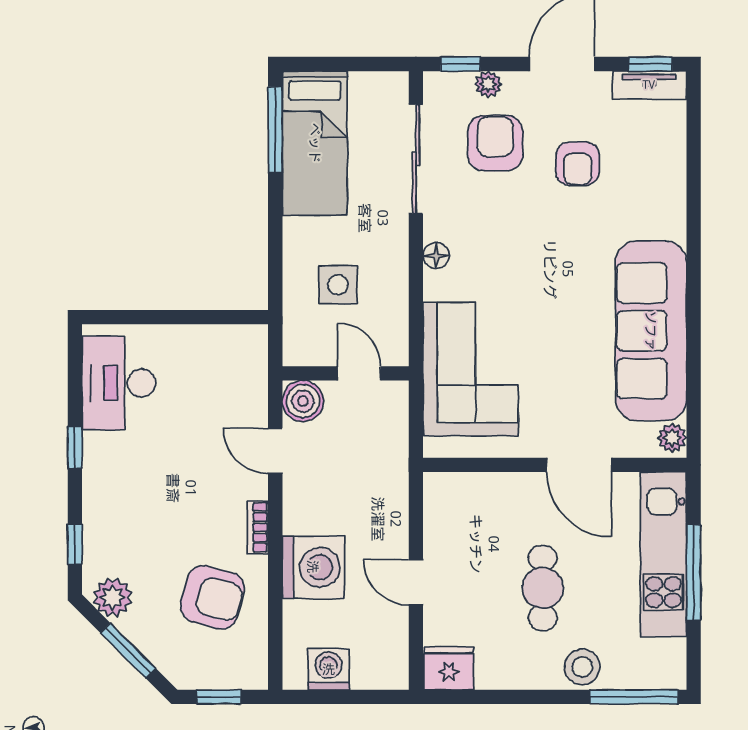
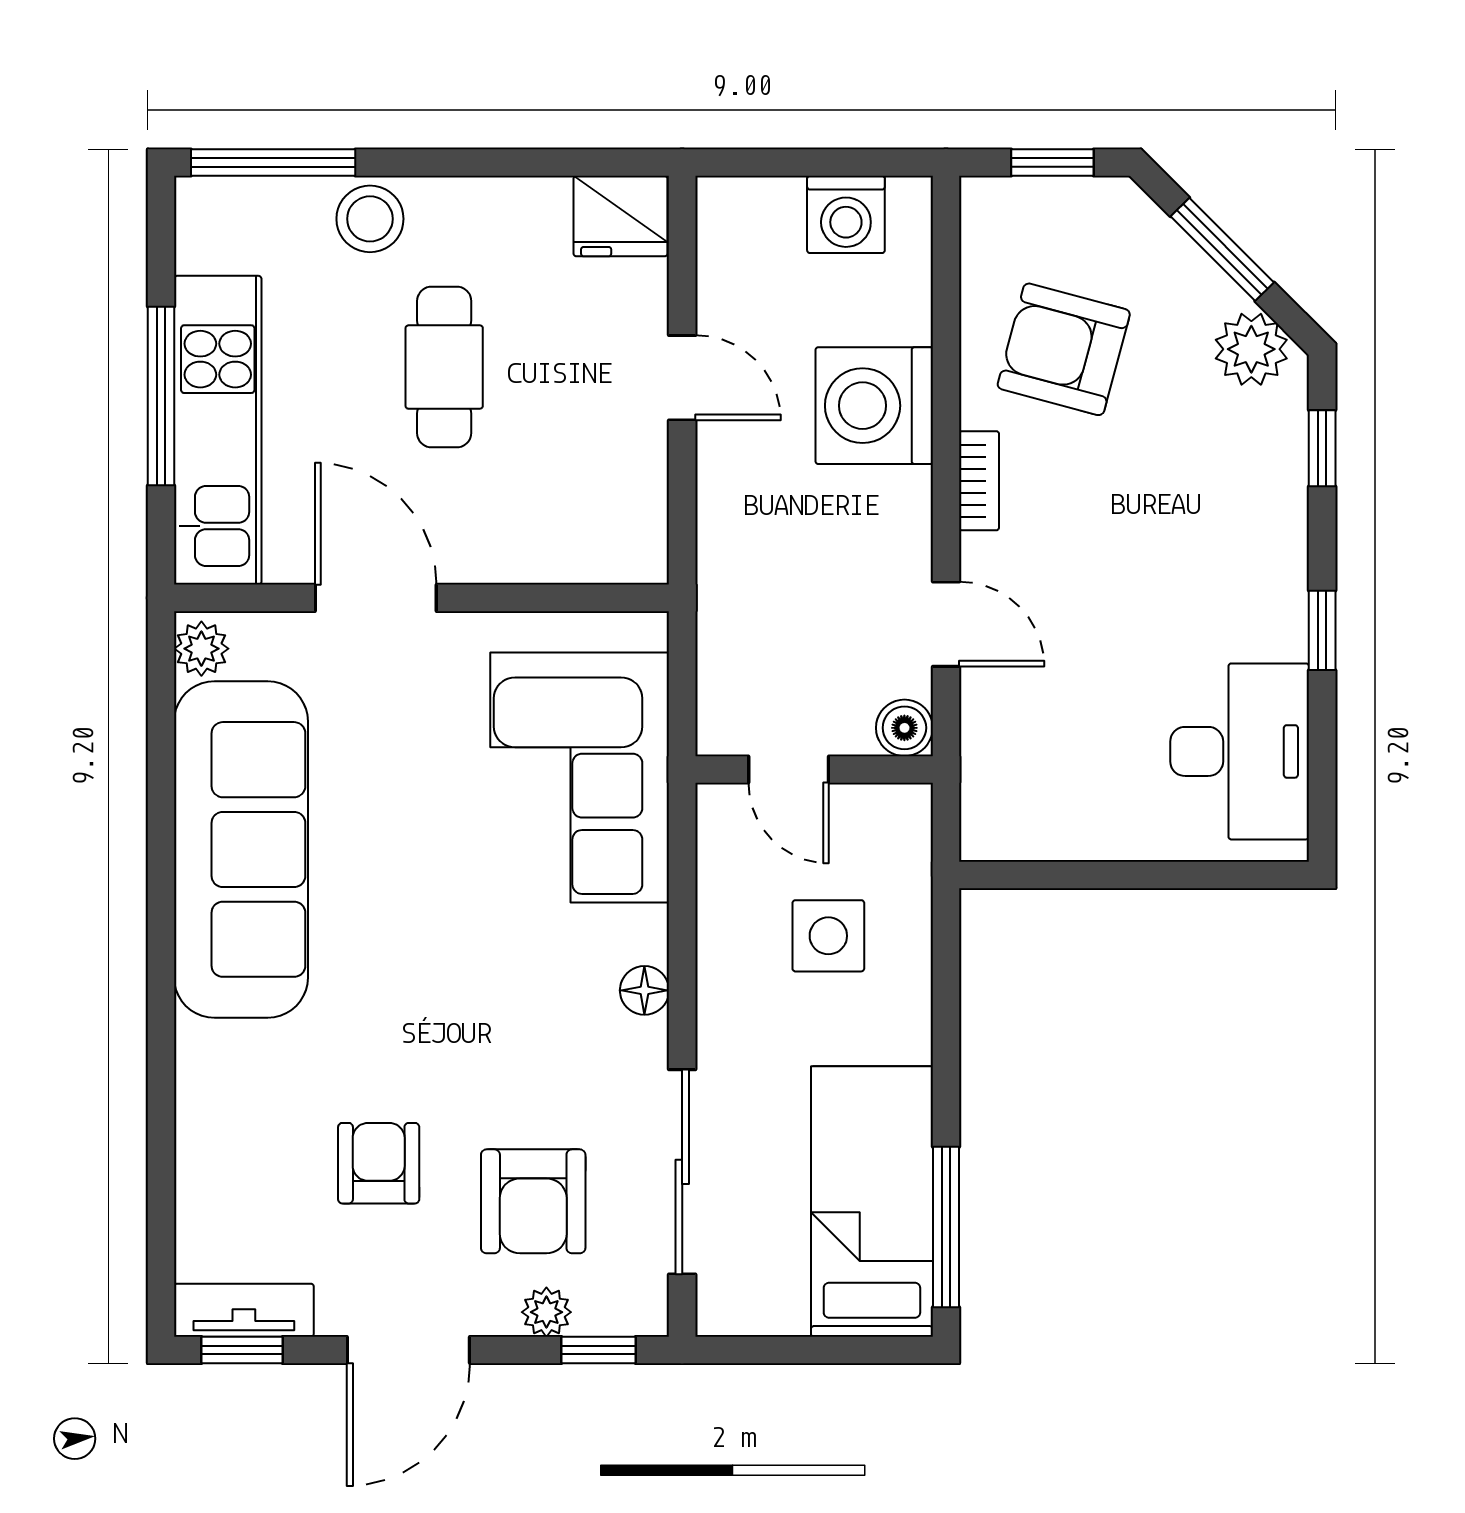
boiler: (303, 401) -> (904, 728), width x0.73, depth x0.73

